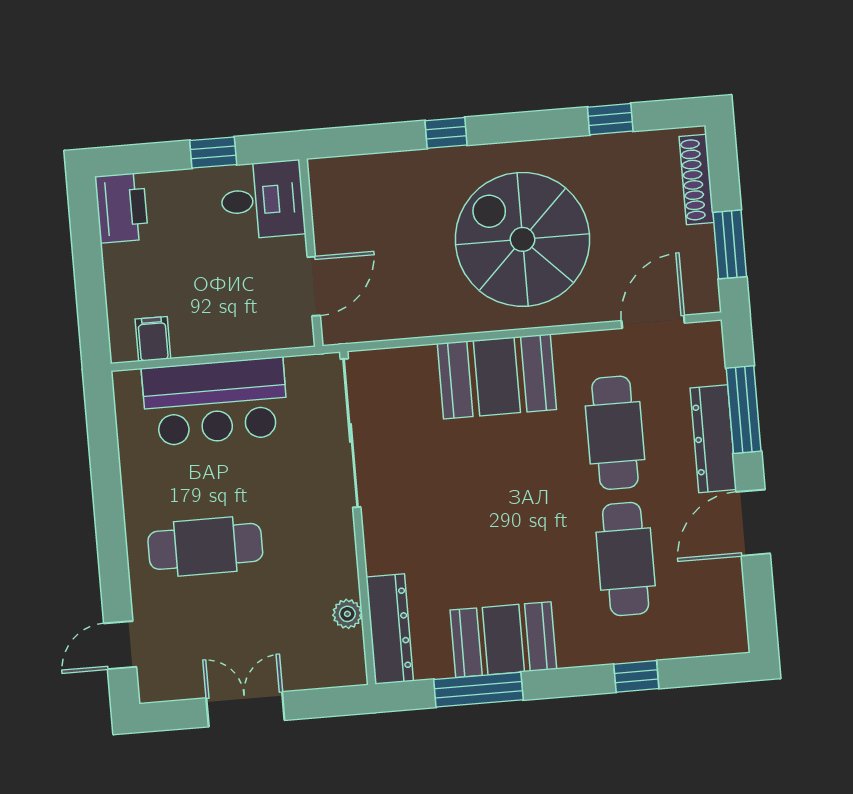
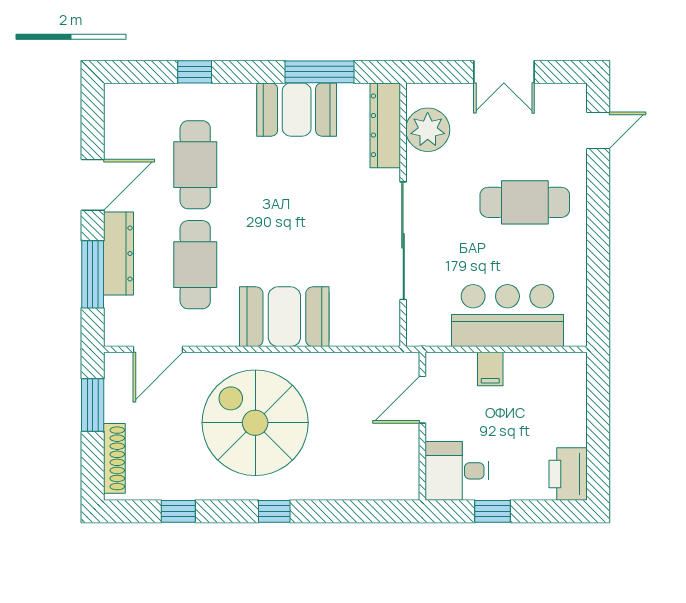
window: (446, 133) -> (274, 511), moved
spiral stairs: (522, 239) -> (255, 423), turned 180
filing cabinet: (153, 339) -> (490, 369), moved
sliding door: (351, 433) -> (403, 241), moved
plant: (347, 614) -> (428, 130), width x1.88, depth x1.88

